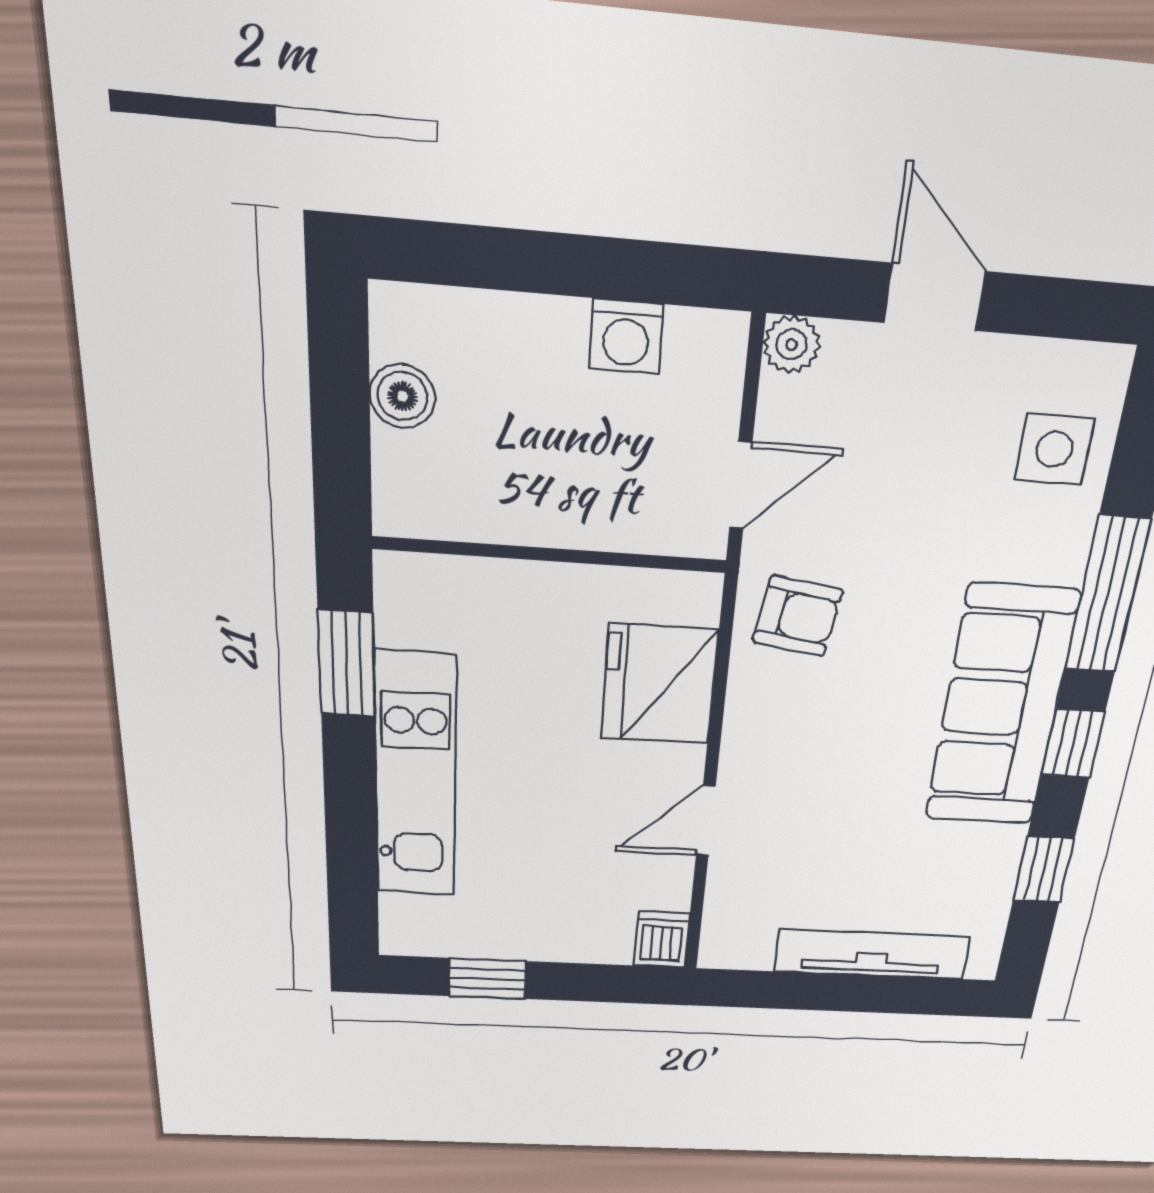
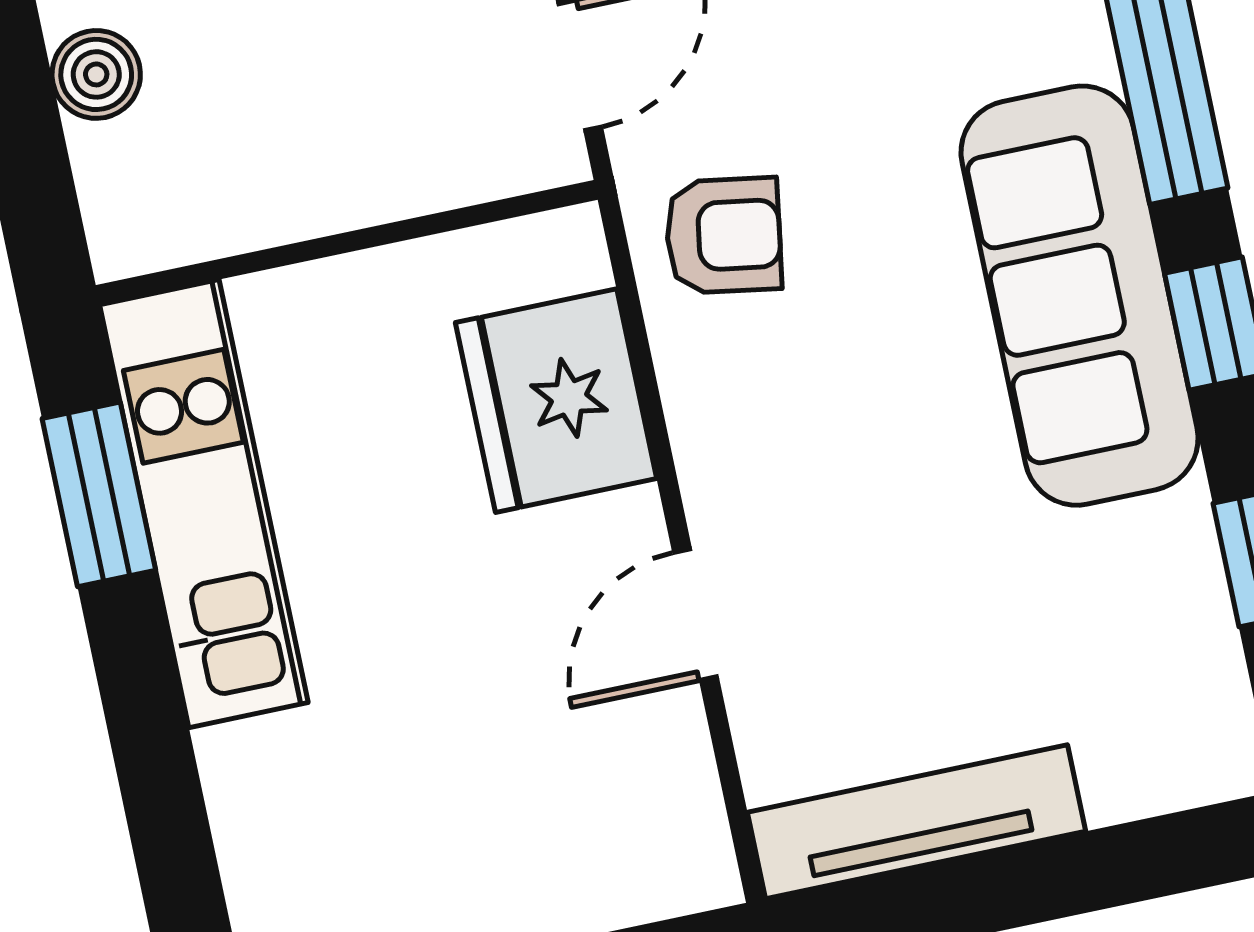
kitchen unit: (416, 777) -> (204, 504), moved
dishwasher: (662, 940) -> (693, 858), removed
tv unit: (872, 954) -> (916, 822), moved

